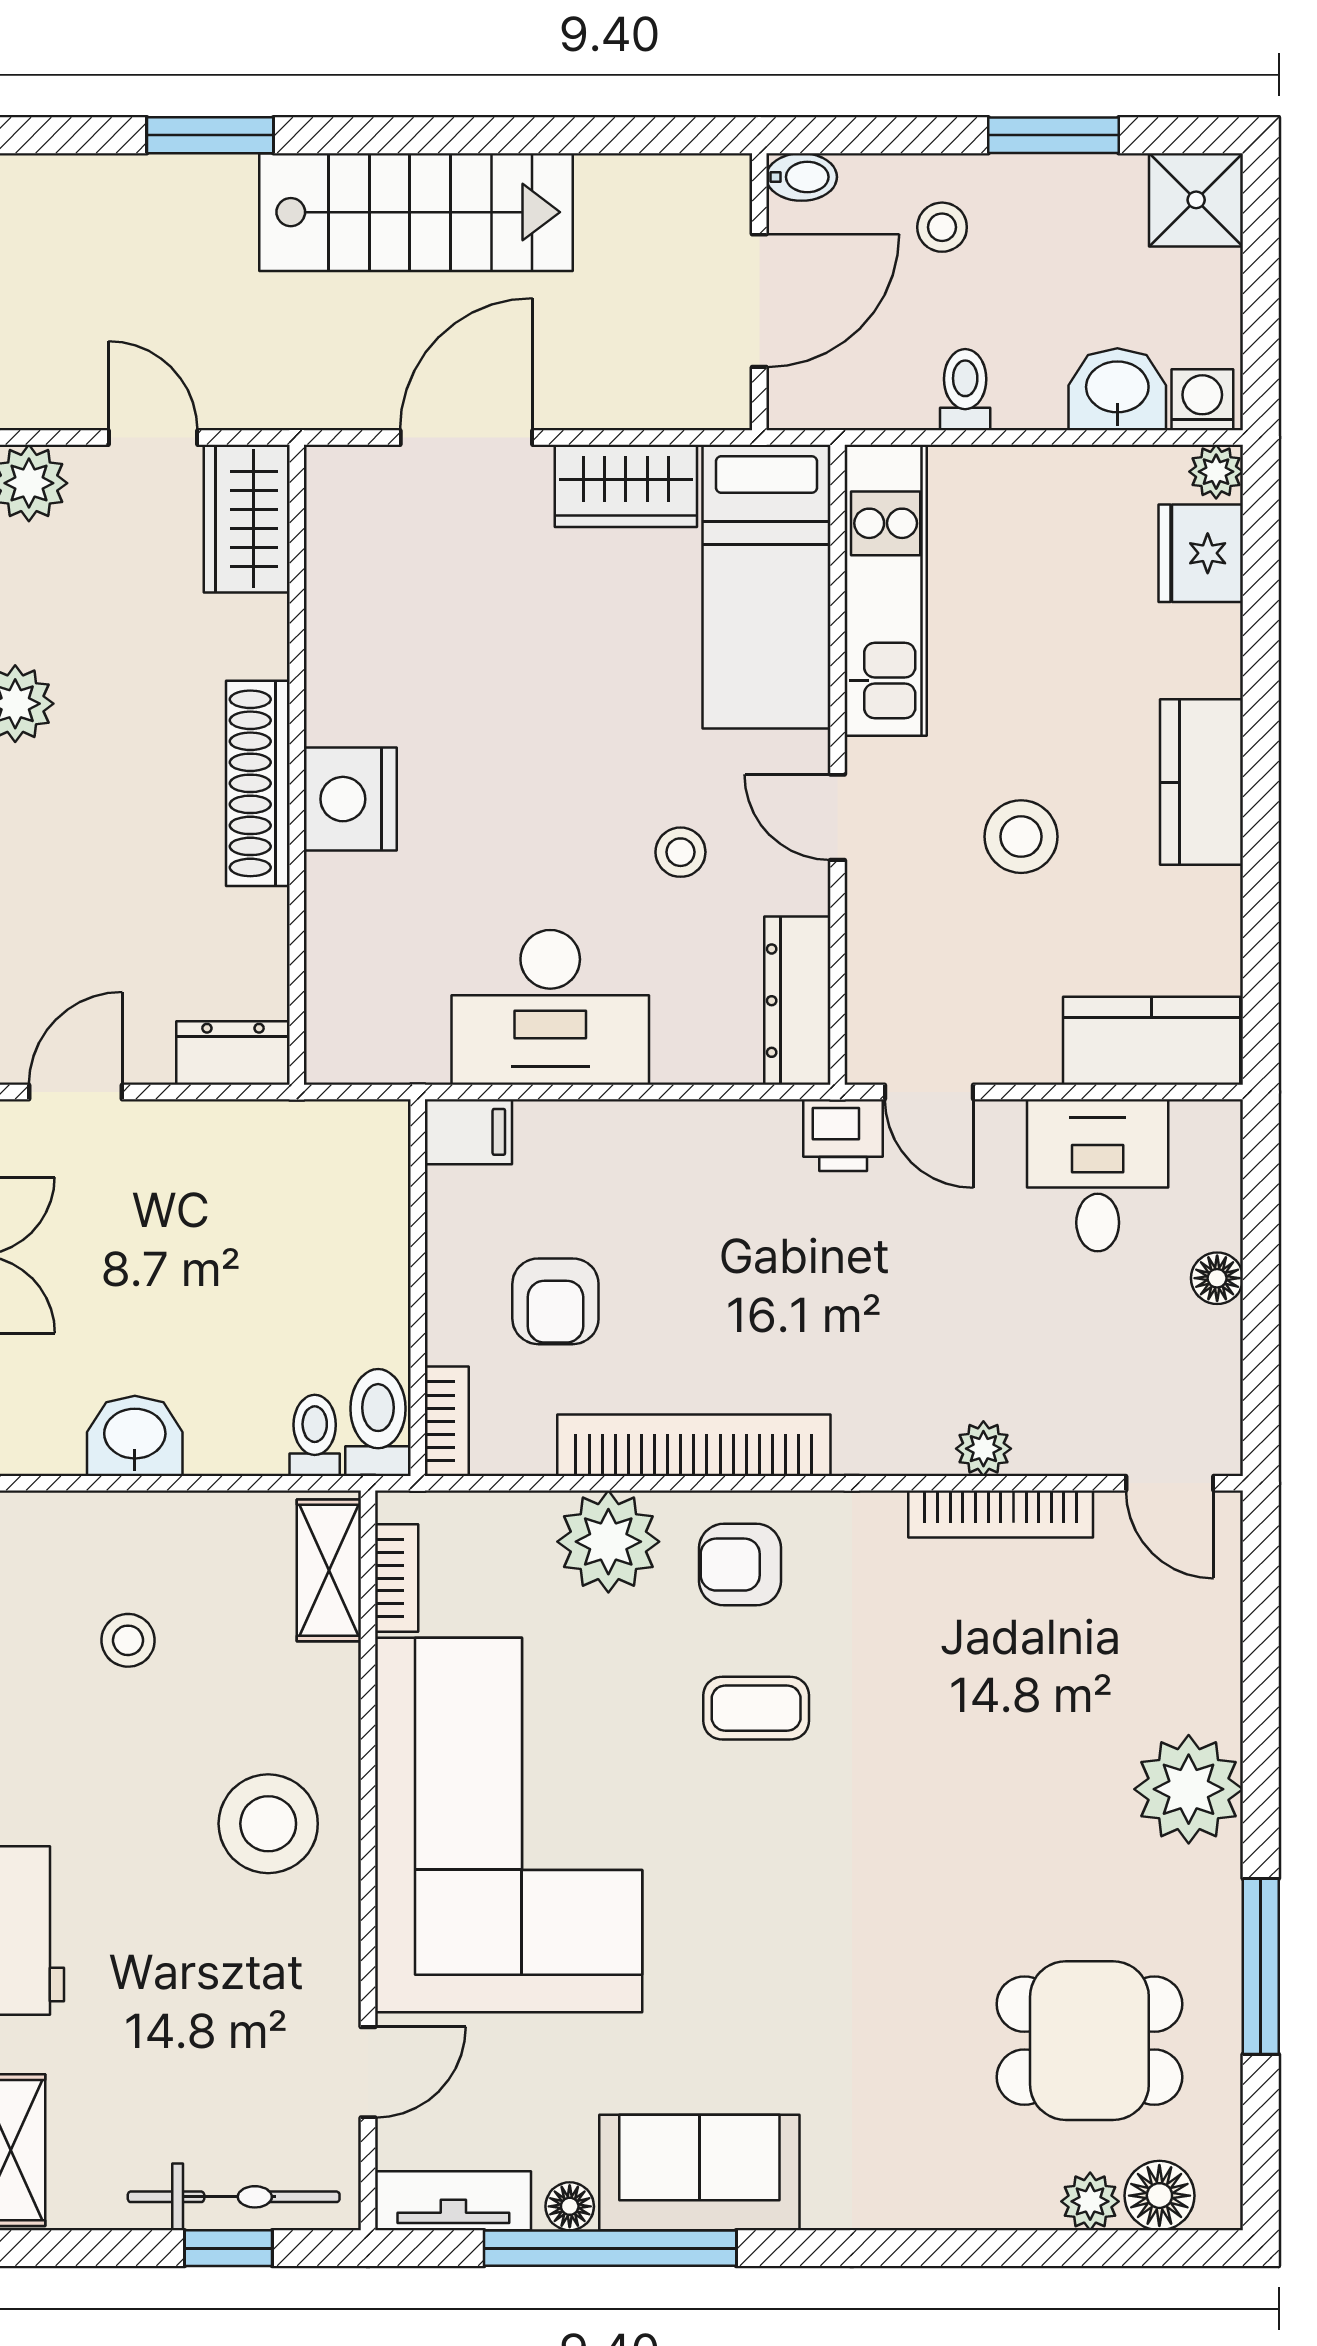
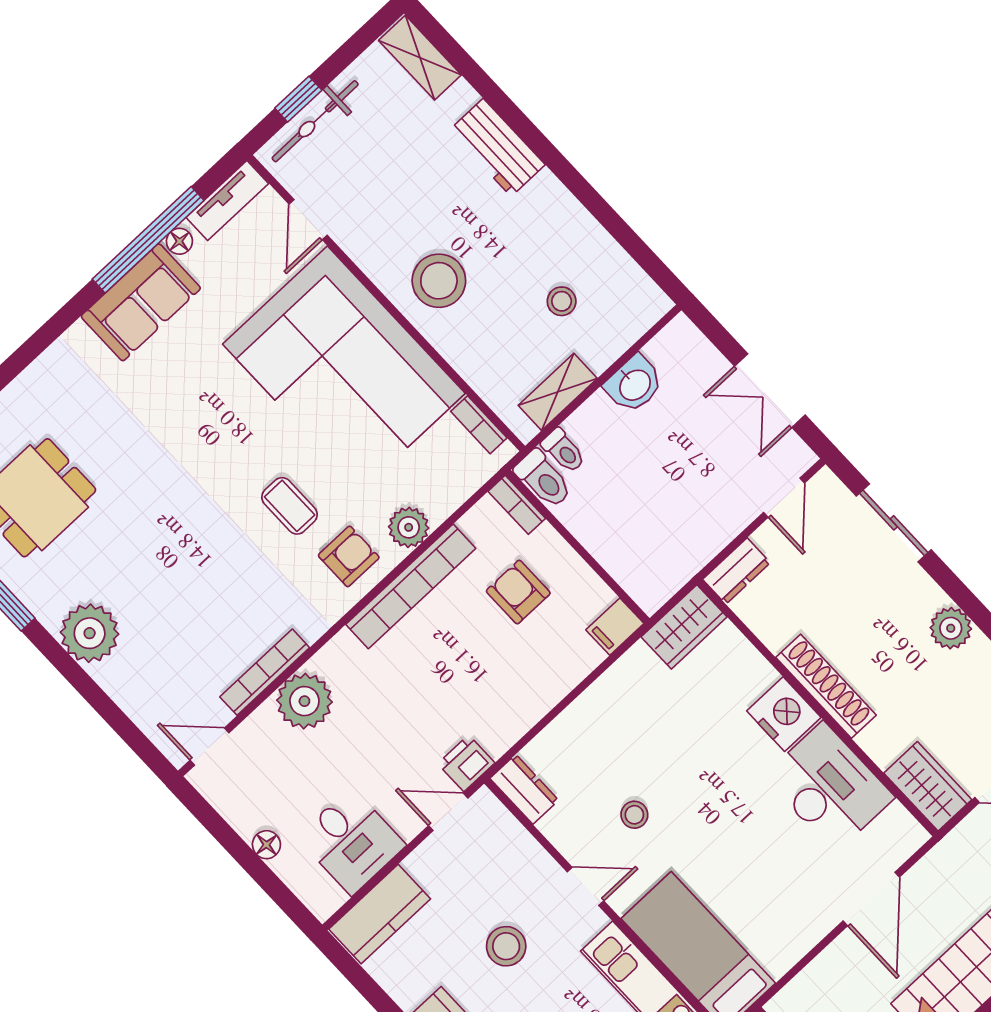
wardrobe: (626, 486) -> (684, 627), moved, turned 180
dresser: (797, 1001) -> (524, 789), width x0.70
desk: (550, 1007) -> (829, 787), moved, turned 90
plant: (983, 1449) -> (304, 701), width x1.88, depth x1.88
plant: (608, 1542) -> (409, 527), width x0.73, depth x0.73
shelving: (329, 1570) -> (558, 392), moved, turned 90
coffee table: (756, 1708) -> (290, 506), turned 90

